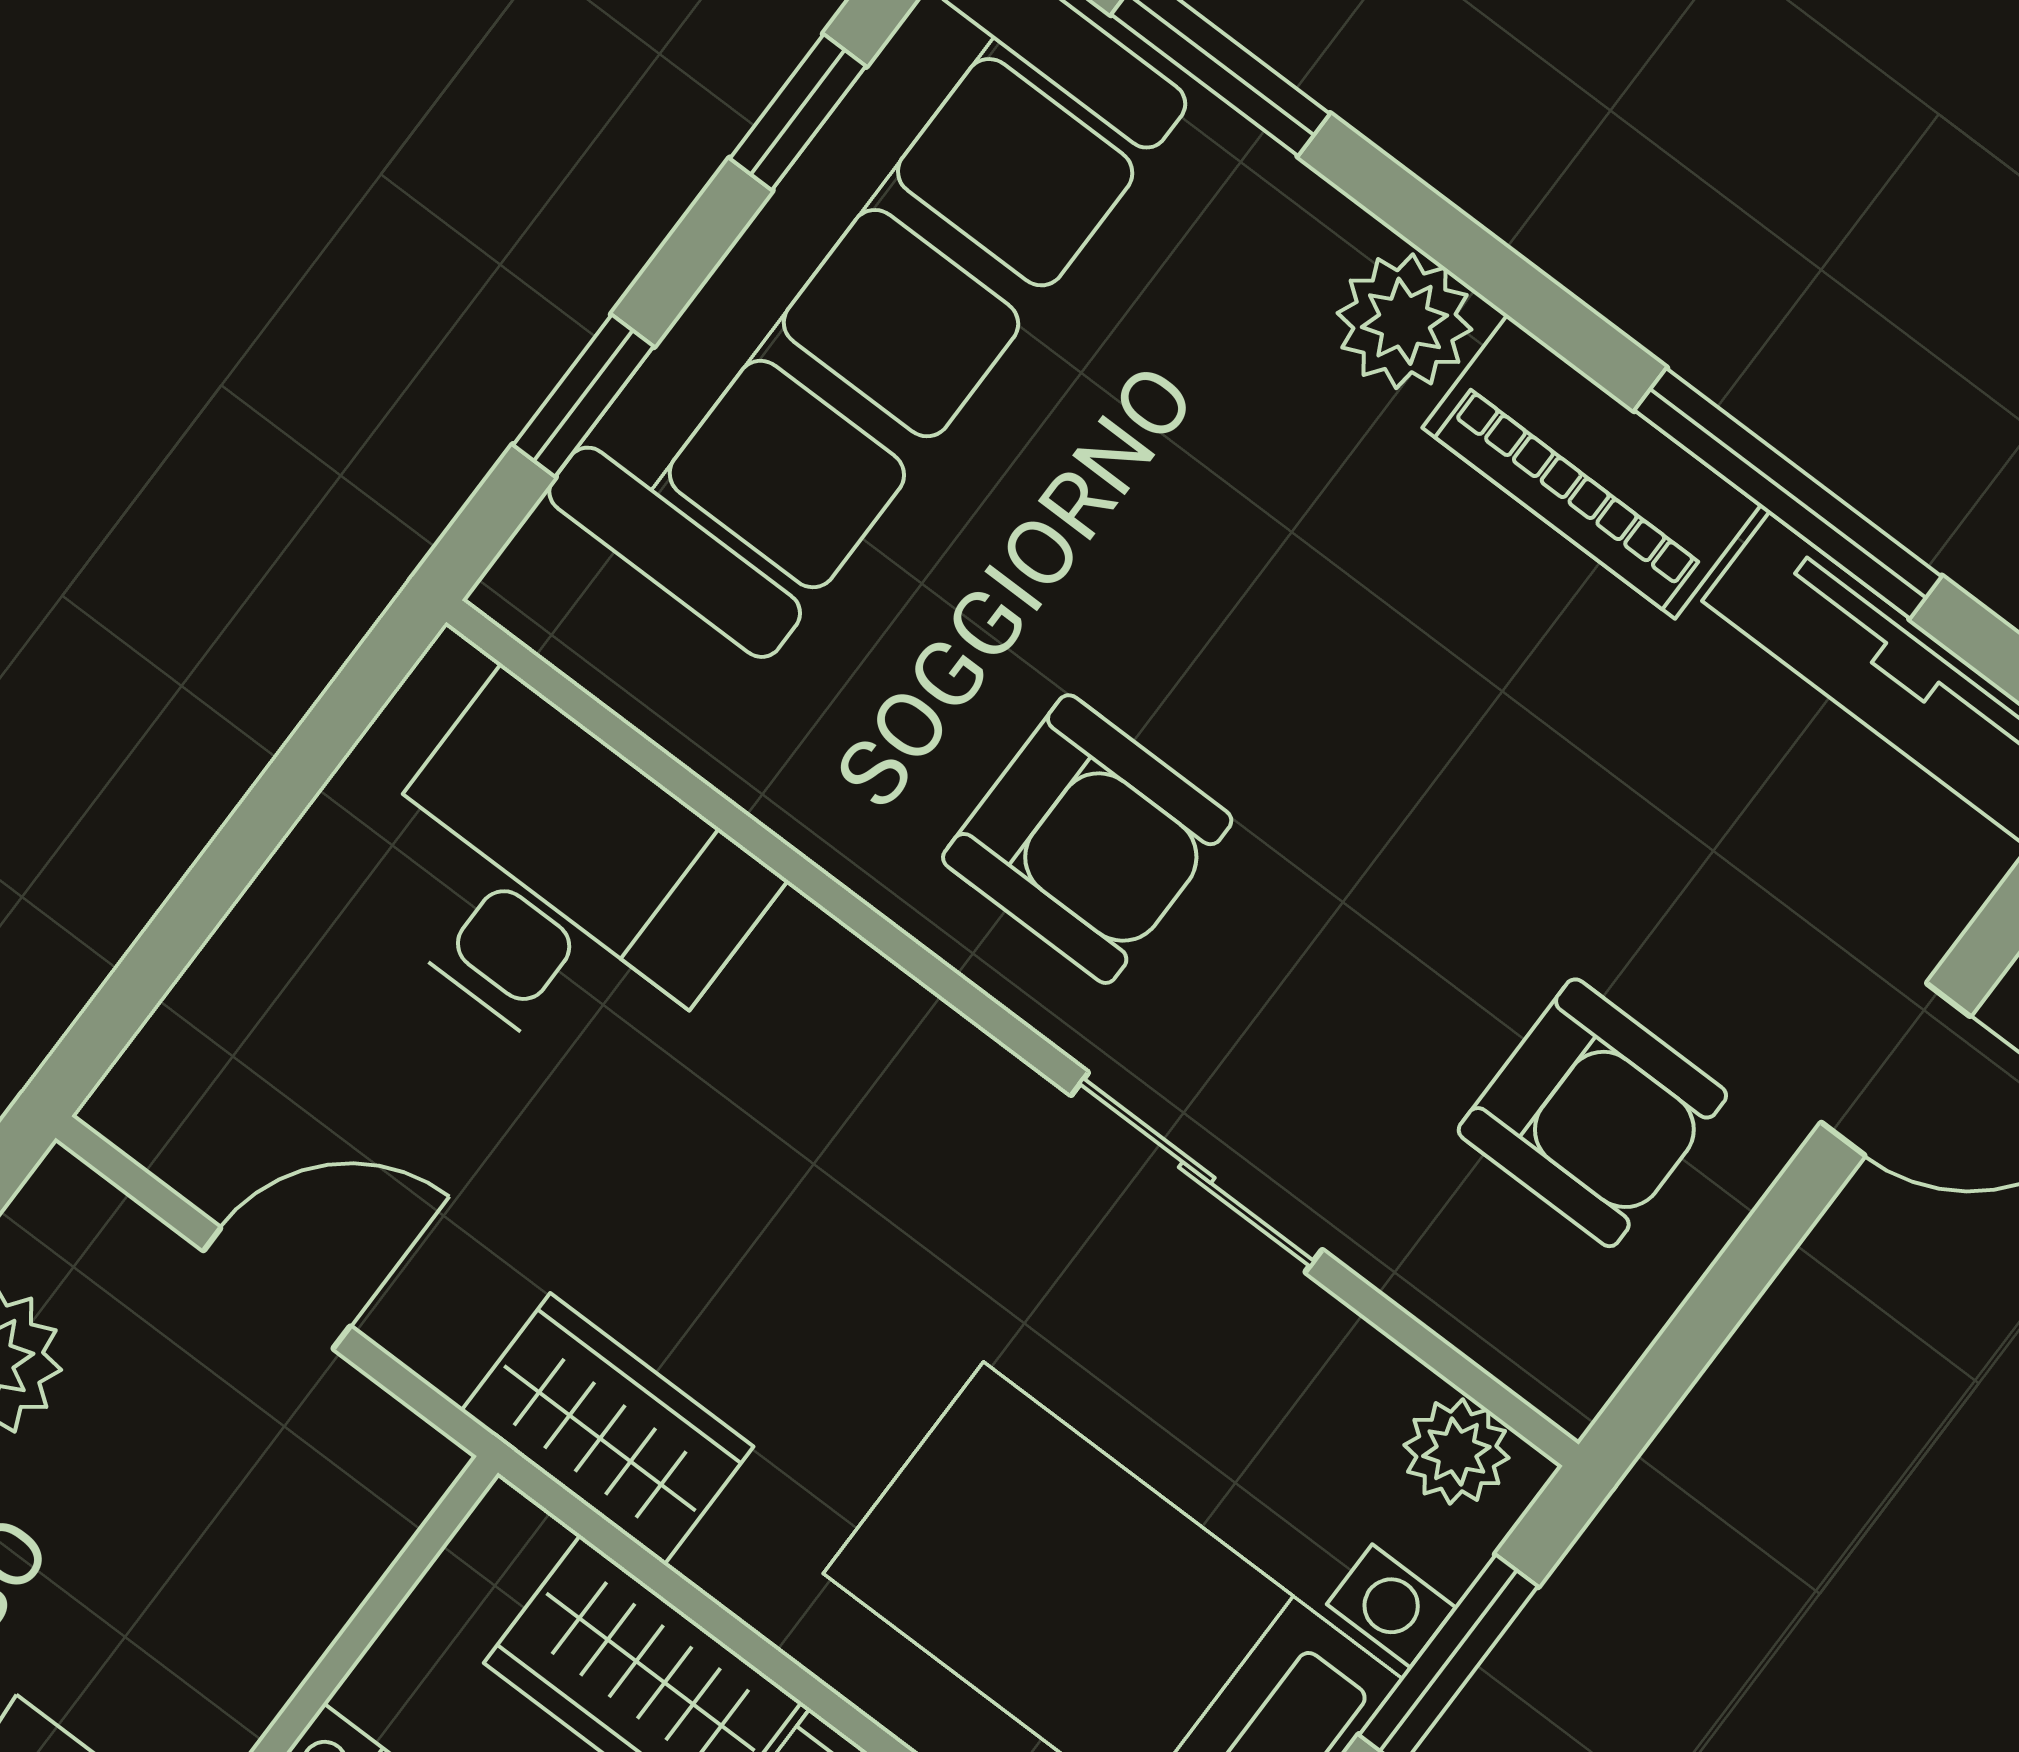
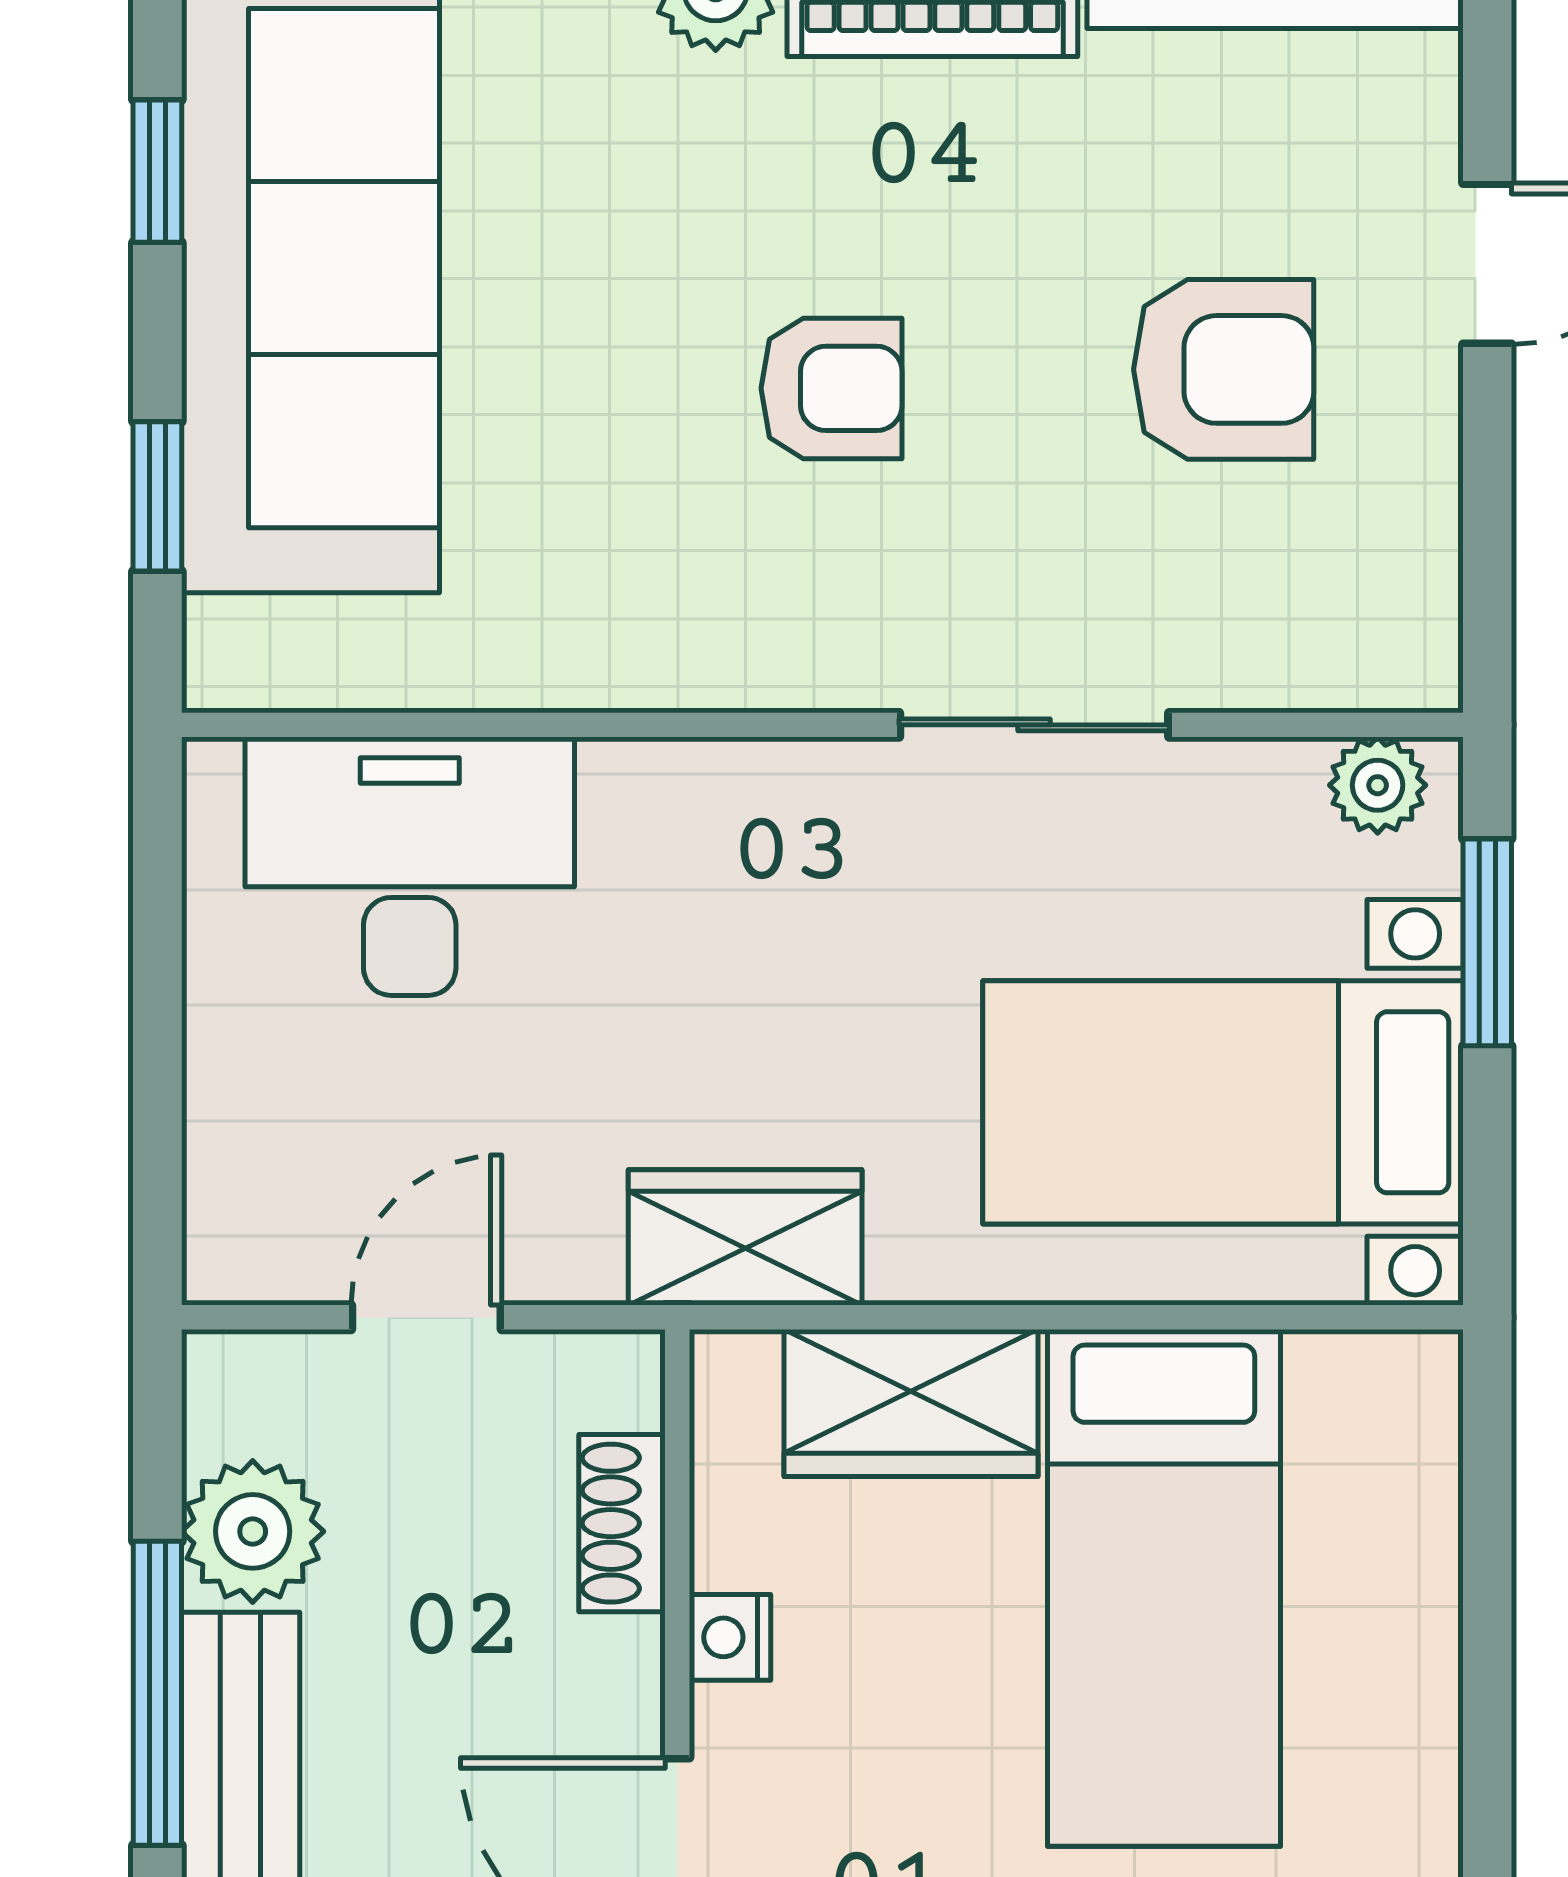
armchair: (1087, 839) -> (832, 388), moved, width x0.72, depth x0.72
armchair: (1592, 1113) -> (1224, 369), moved
shoe rack: (312, 1597) -> (622, 1523), added

